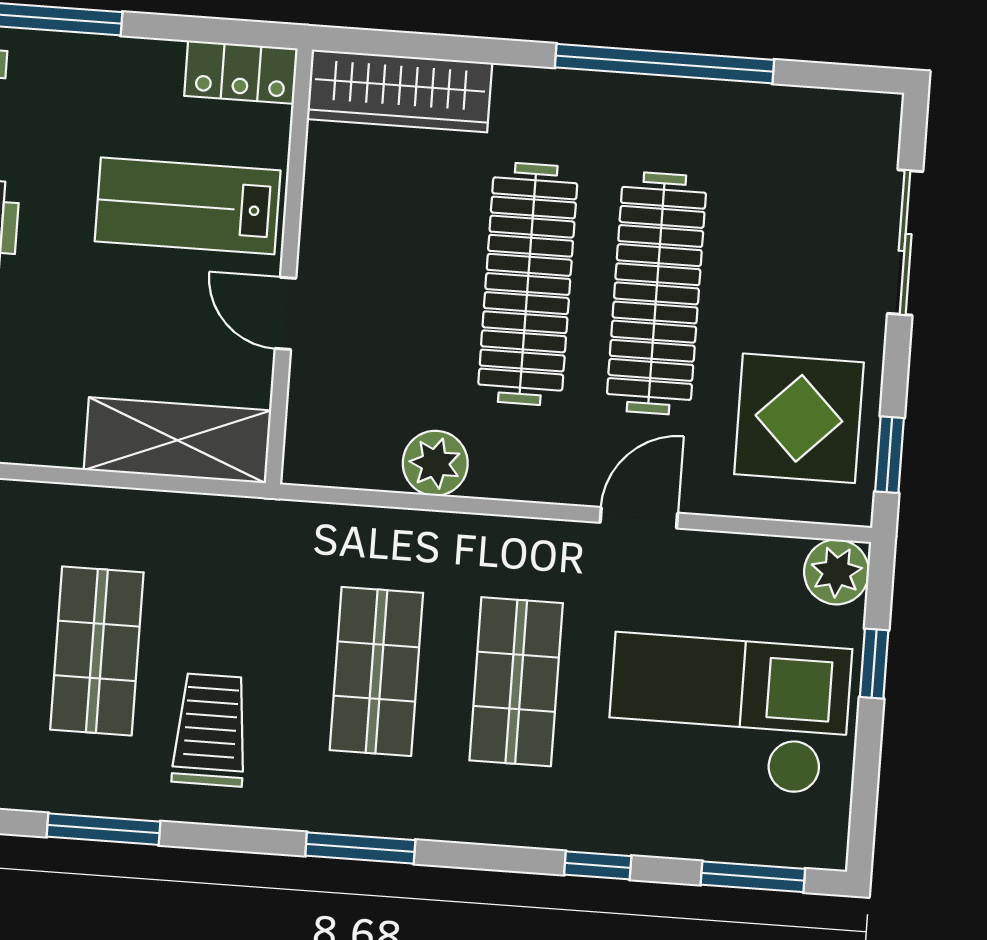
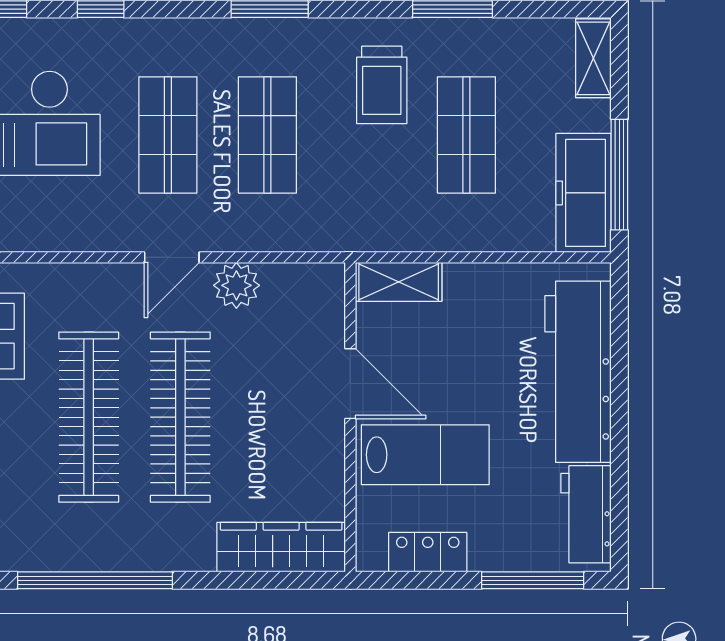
locker: (241, 72) -> (428, 552), moved
door: (285, 313) -> (350, 384), width x1.38
shelving: (177, 440) -> (399, 282), width x0.67, depth x0.75
door: (639, 518) -> (172, 257), moved

